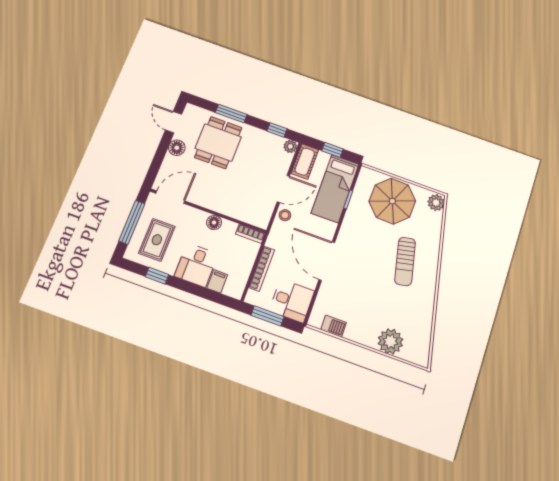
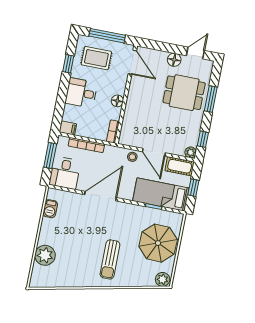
sun lounger: (405, 261) -> (110, 259), turned -78
filing cabinet: (217, 281) -> (68, 128), moved

